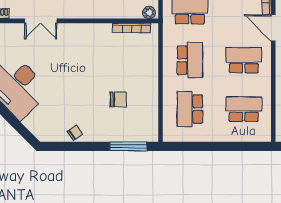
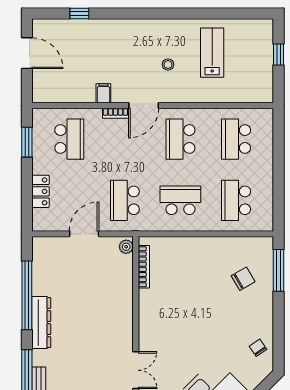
chair: (118, 99) -> (243, 279), moved, turned 60
school desk: (190, 109) -> (236, 200), turned 90
chair: (75, 133) -> (258, 348), moved

